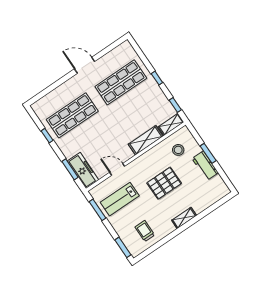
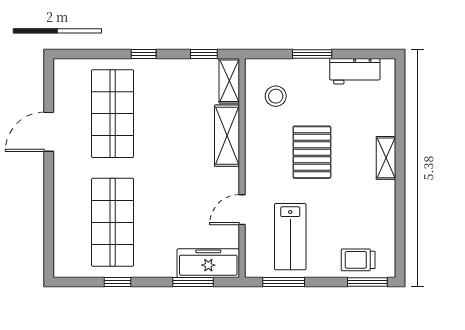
door: (85, 65) -> (49, 132), moved
workbench: (205, 166) -> (355, 71), moved
trolley: (145, 231) -> (358, 260), moved

